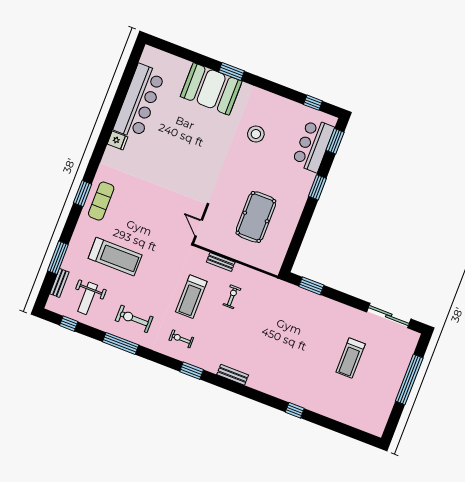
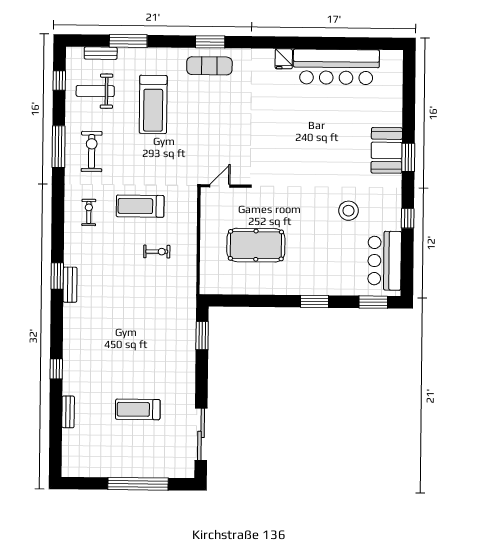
booth: (211, 89) -> (387, 150), width x0.73, depth x0.70
window: (313, 103) -> (408, 218), moved
bar counter: (313, 145) -> (385, 261), moved, turned -90
bench: (221, 262) -> (68, 412), moved
window: (192, 371) -> (57, 276), moved

